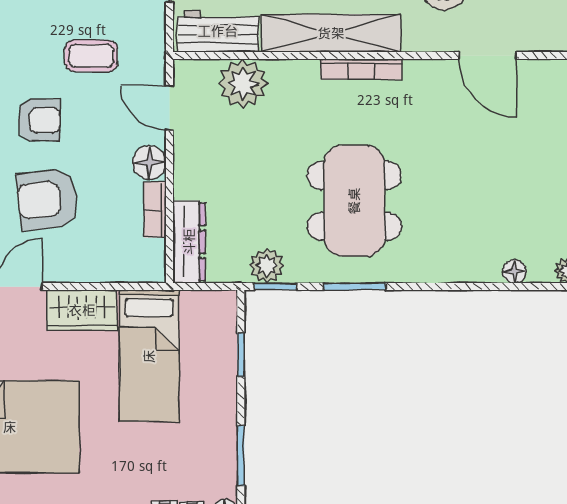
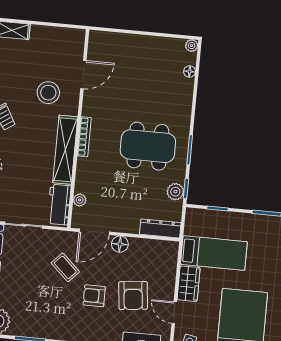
coffee table: (91, 56) -> (65, 267), turned -47
plant: (243, 84) -> (80, 200), width x0.53, depth x0.53
door: (169, 108) -> (94, 232), width x1.38
armchair: (39, 120) -> (94, 296), turned -90
bookcase: (155, 210) -> (143, 244), removed

